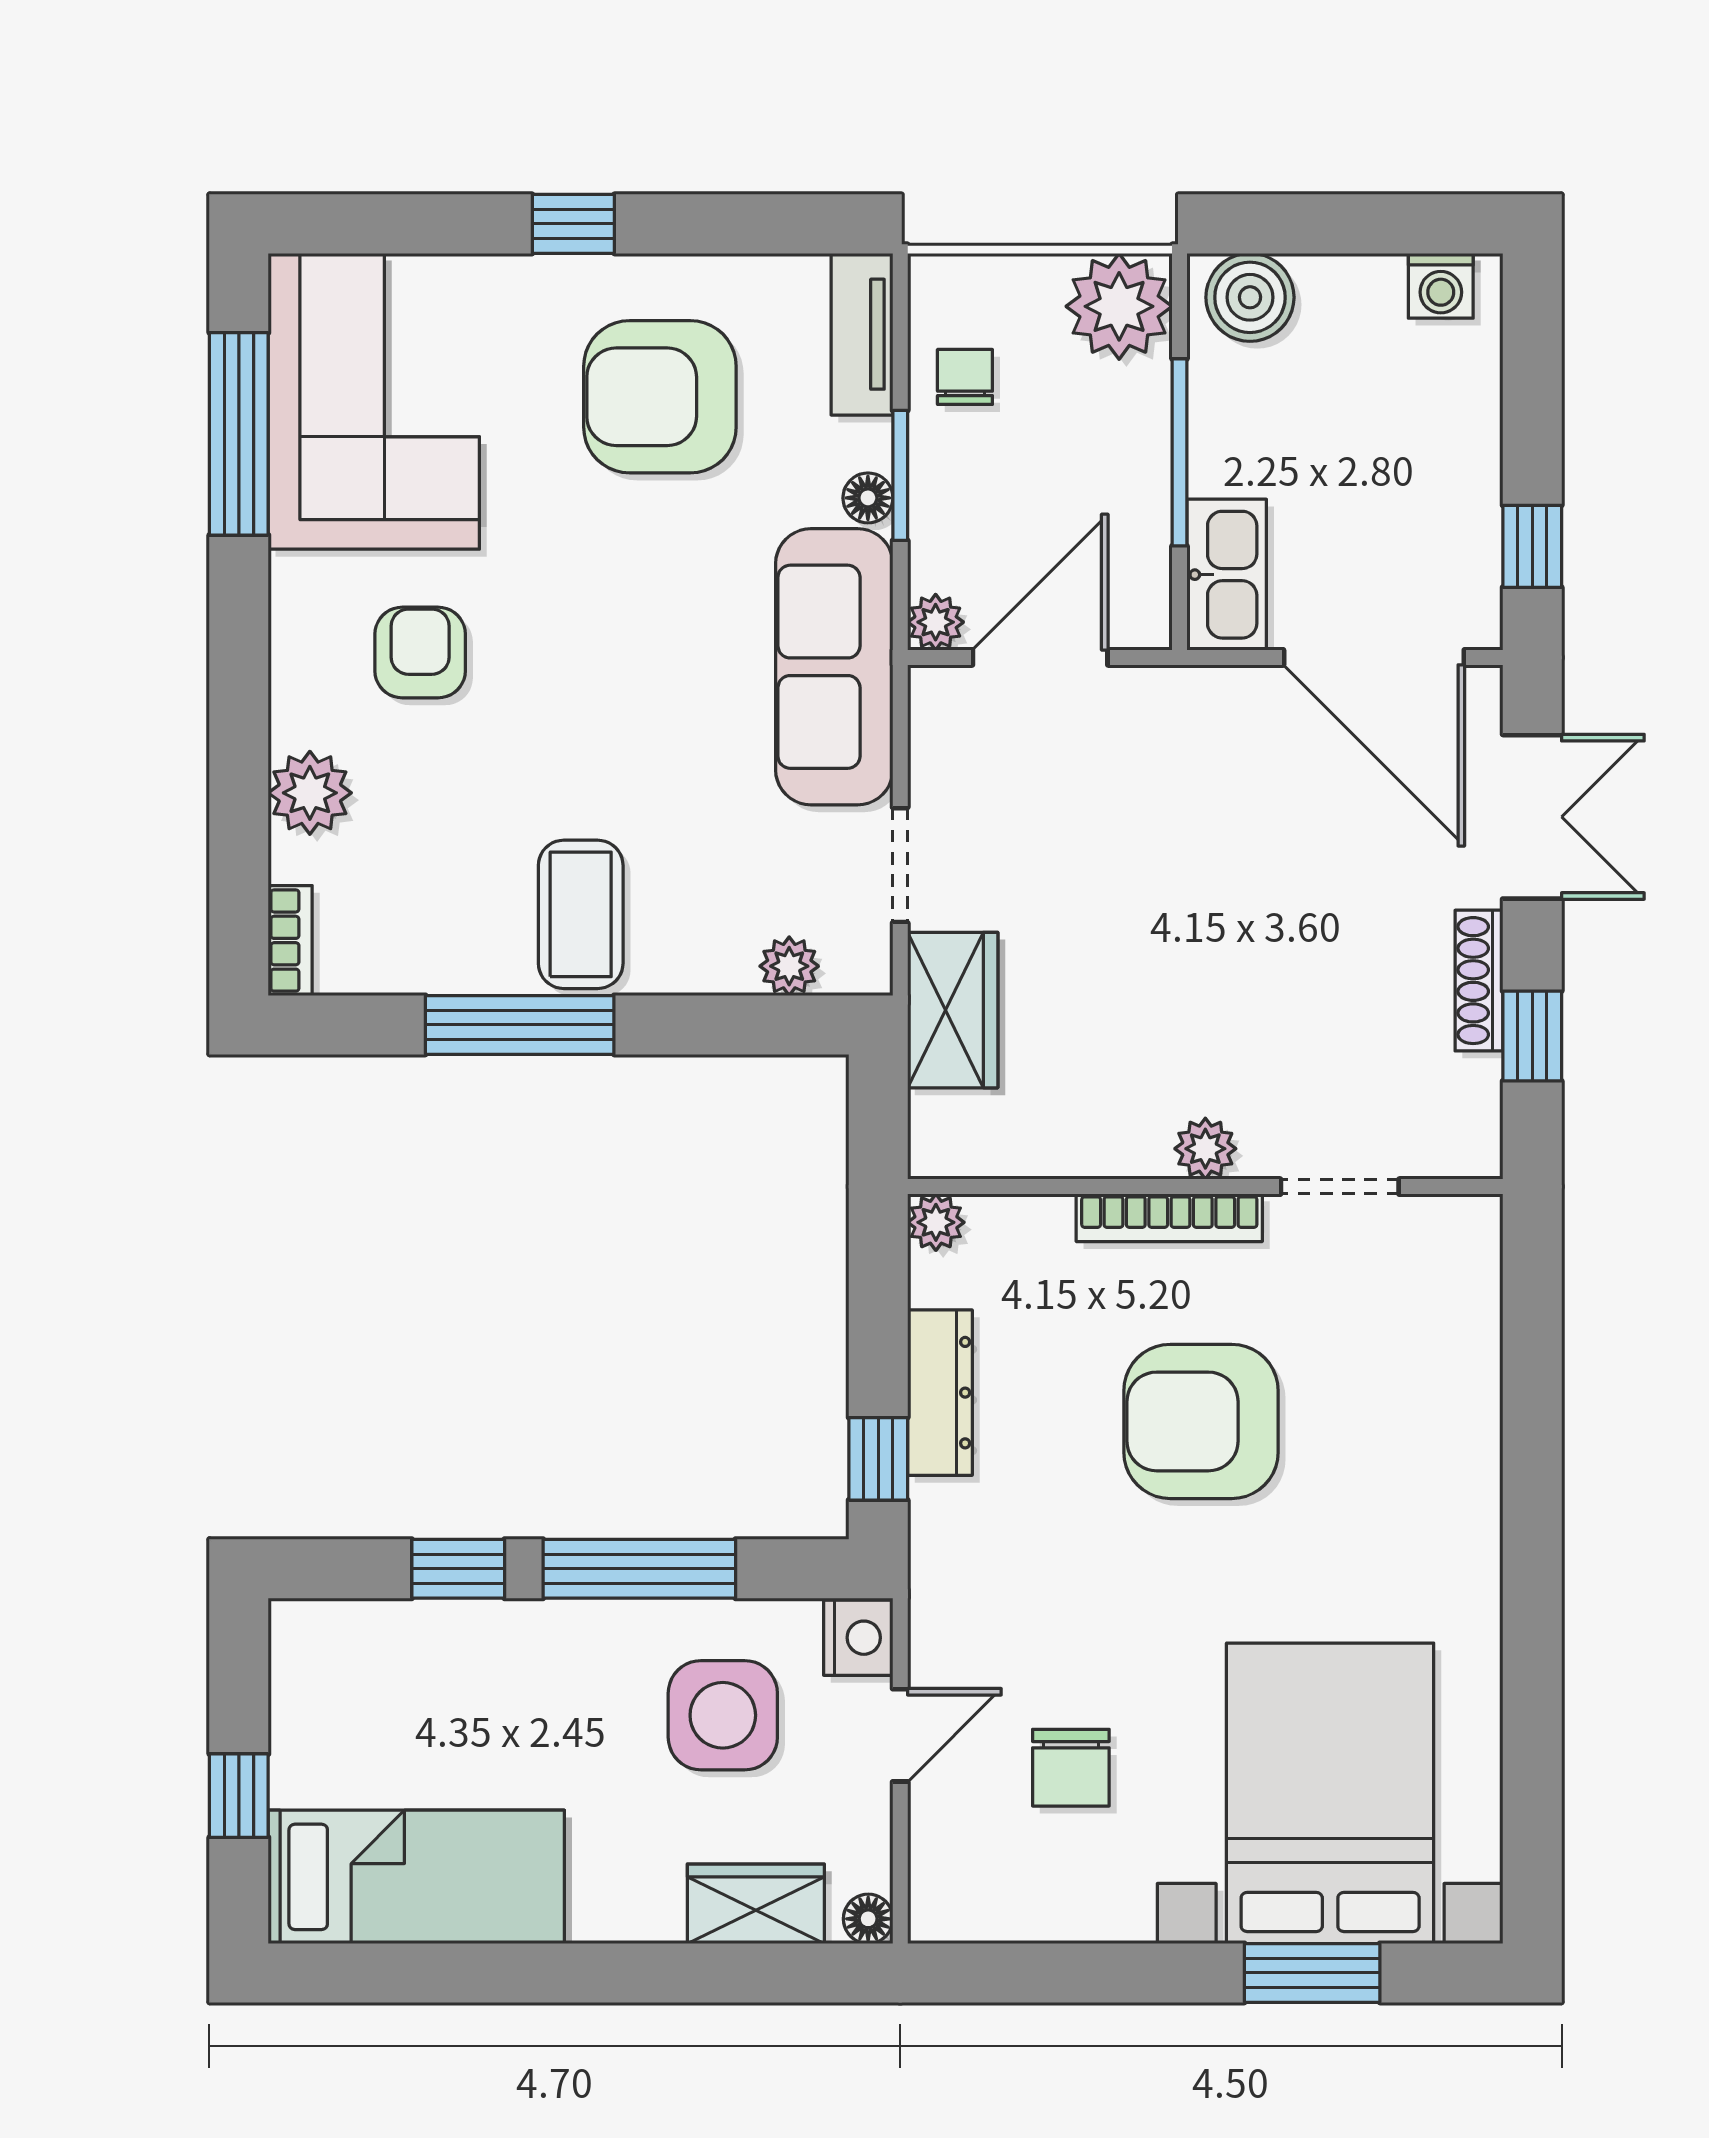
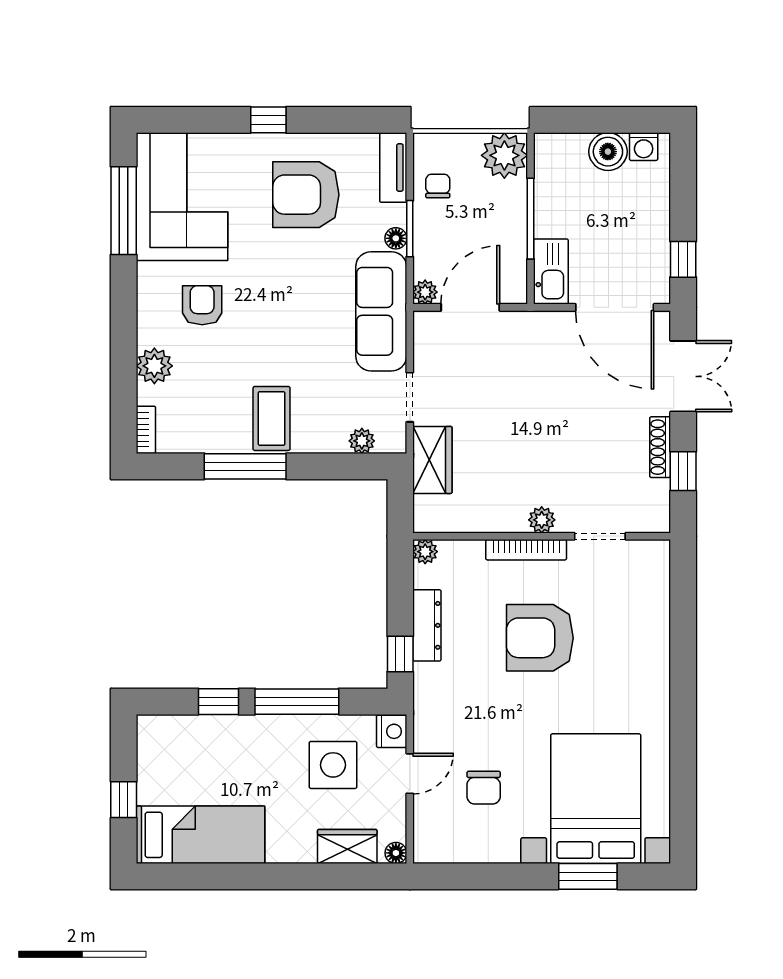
boiler: (1250, 297) -> (608, 152), moved

